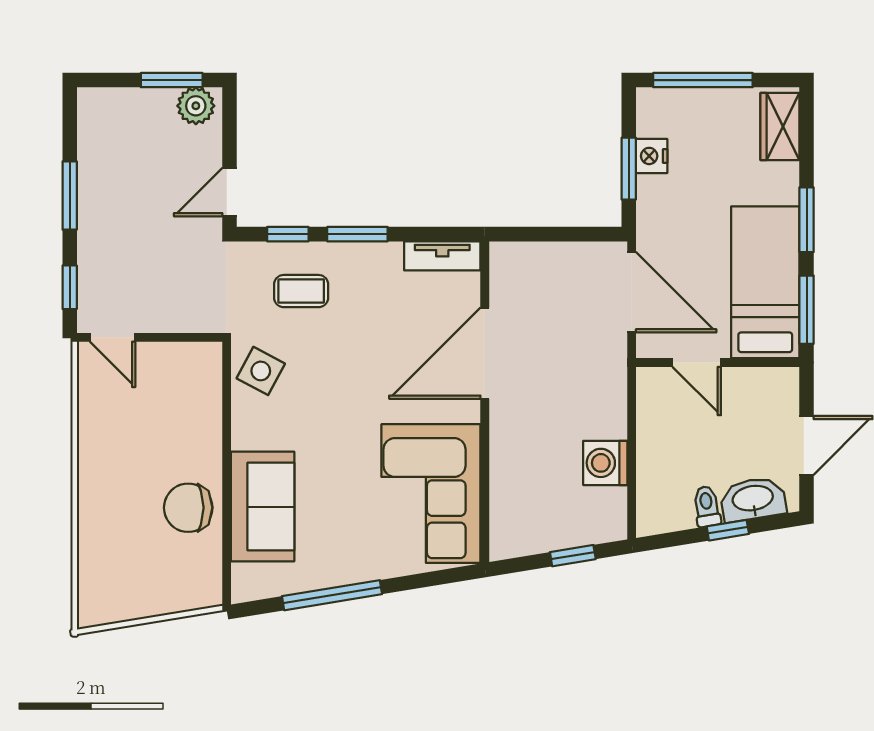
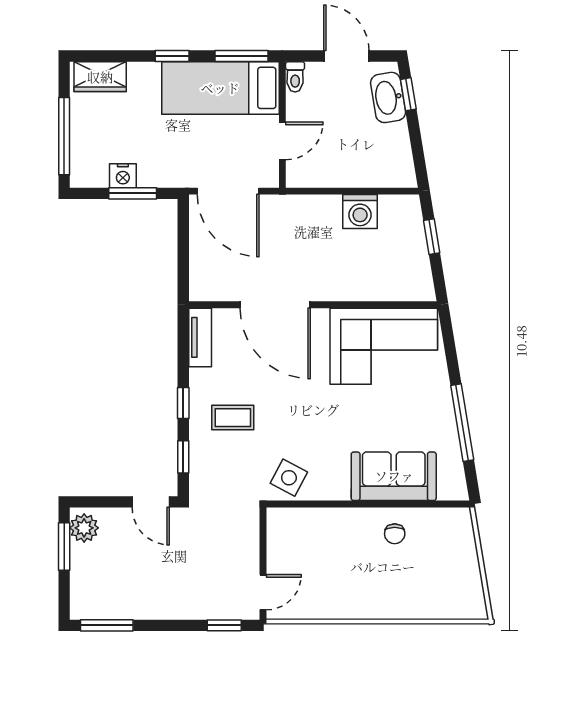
window: (70, 196) -> (107, 625), moved
window: (807, 220) -> (172, 56), width x0.67
window: (357, 234) -> (183, 403), width x0.67
coffee table: (301, 291) -> (233, 418), moved, turned 90
door: (632, 292) -> (228, 191), swing flipped
toilet: (707, 506) -> (295, 77), moved, turned -81
chair: (188, 508) -> (395, 534), width x0.54, depth x0.54
window: (728, 530) -> (408, 94), moved

